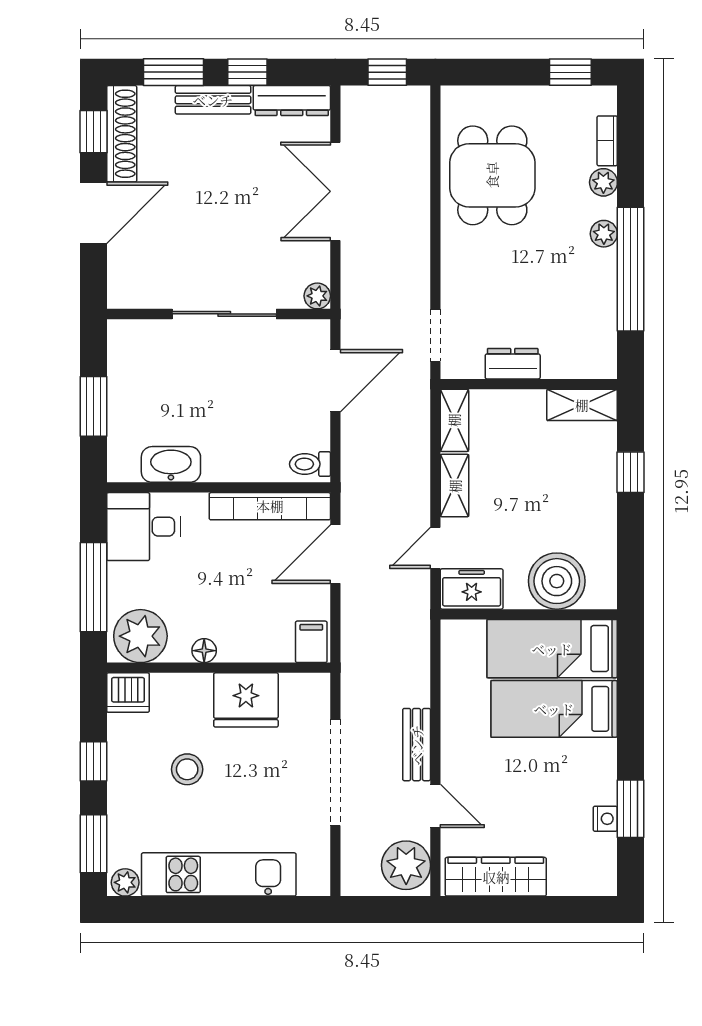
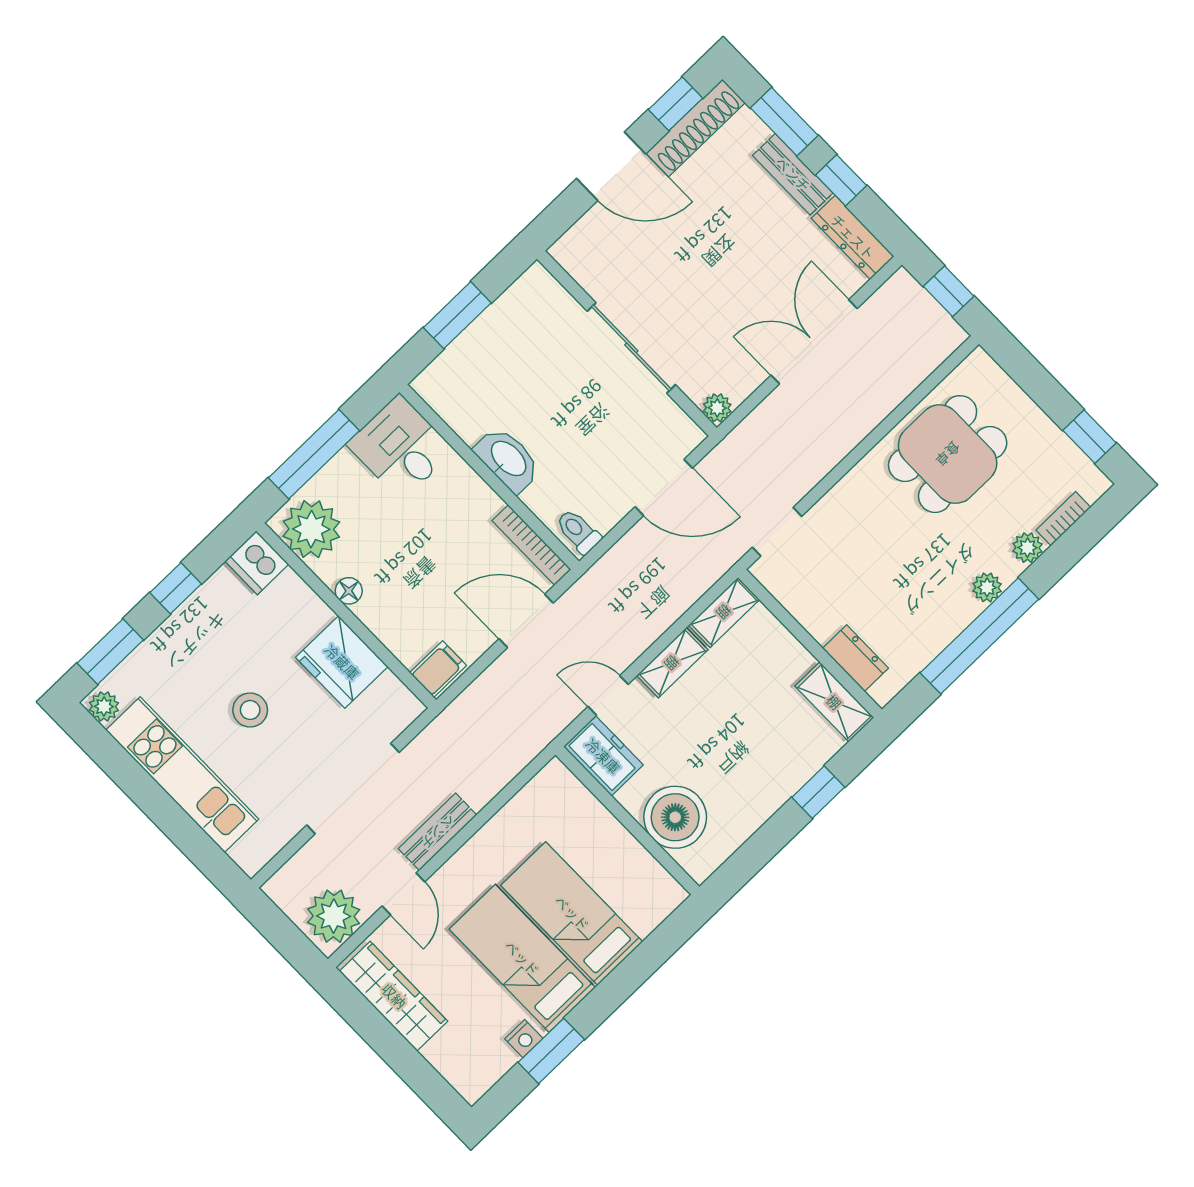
dresser: (513, 364) -> (855, 658), moved
washbasin: (171, 464) -> (508, 459), moved
bookcase: (270, 506) -> (532, 545), width x0.68, depth x0.76
bed: (552, 649) -> (522, 958), moved
stool: (187, 769) -> (250, 710), moved

